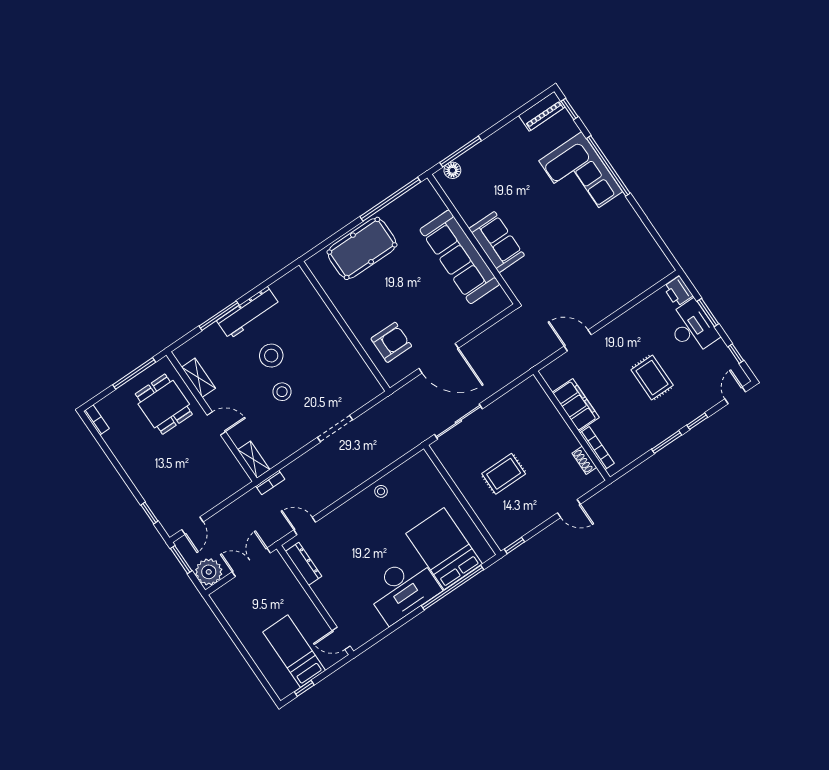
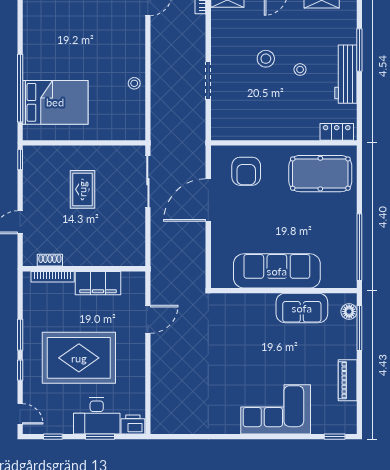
piano: (542, 111) -> (348, 380), moved
window: (608, 166) -> (269, 437), removed
sofa: (497, 242) -> (302, 308), moved
pool table: (362, 248) -> (320, 174), moved, turned 90
locker: (304, 287) -> (337, 132), added
stool: (271, 356) -> (300, 70), width x0.53, depth x0.53
rug: (652, 378) -> (79, 358), width x1.86, depth x2.06
desk: (403, 589) -> (46, 48), removed

